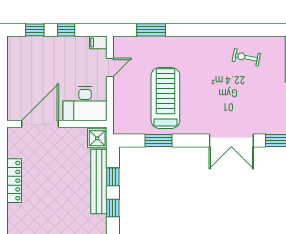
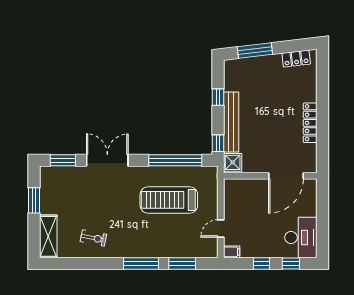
window: (195, 30) -> (141, 264), added
treadmill: (165, 98) -> (169, 200), turned 90
desk: (85, 104) -> (301, 238), moved, turned 90
window: (159, 141) -> (175, 160), width x2.11
window: (113, 177) -> (218, 143), moved

